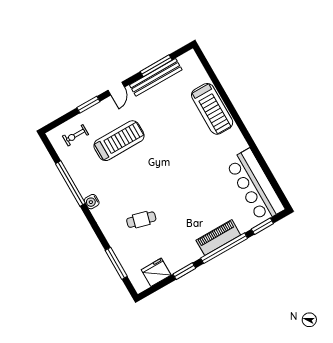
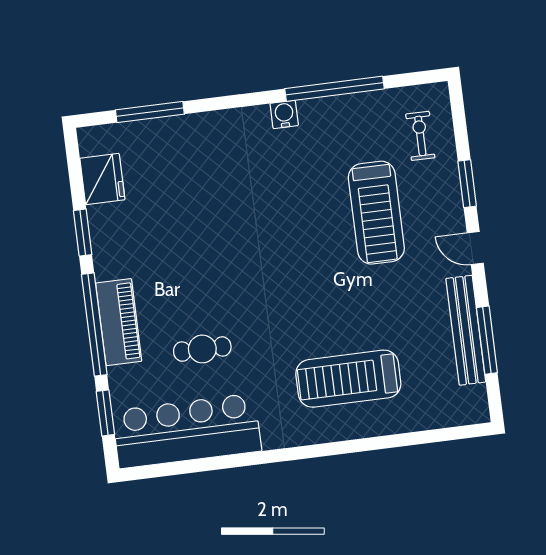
treadmill: (212, 109) -> (348, 379), moved
cafe table: (141, 220) -> (202, 349), moved, turned 75

